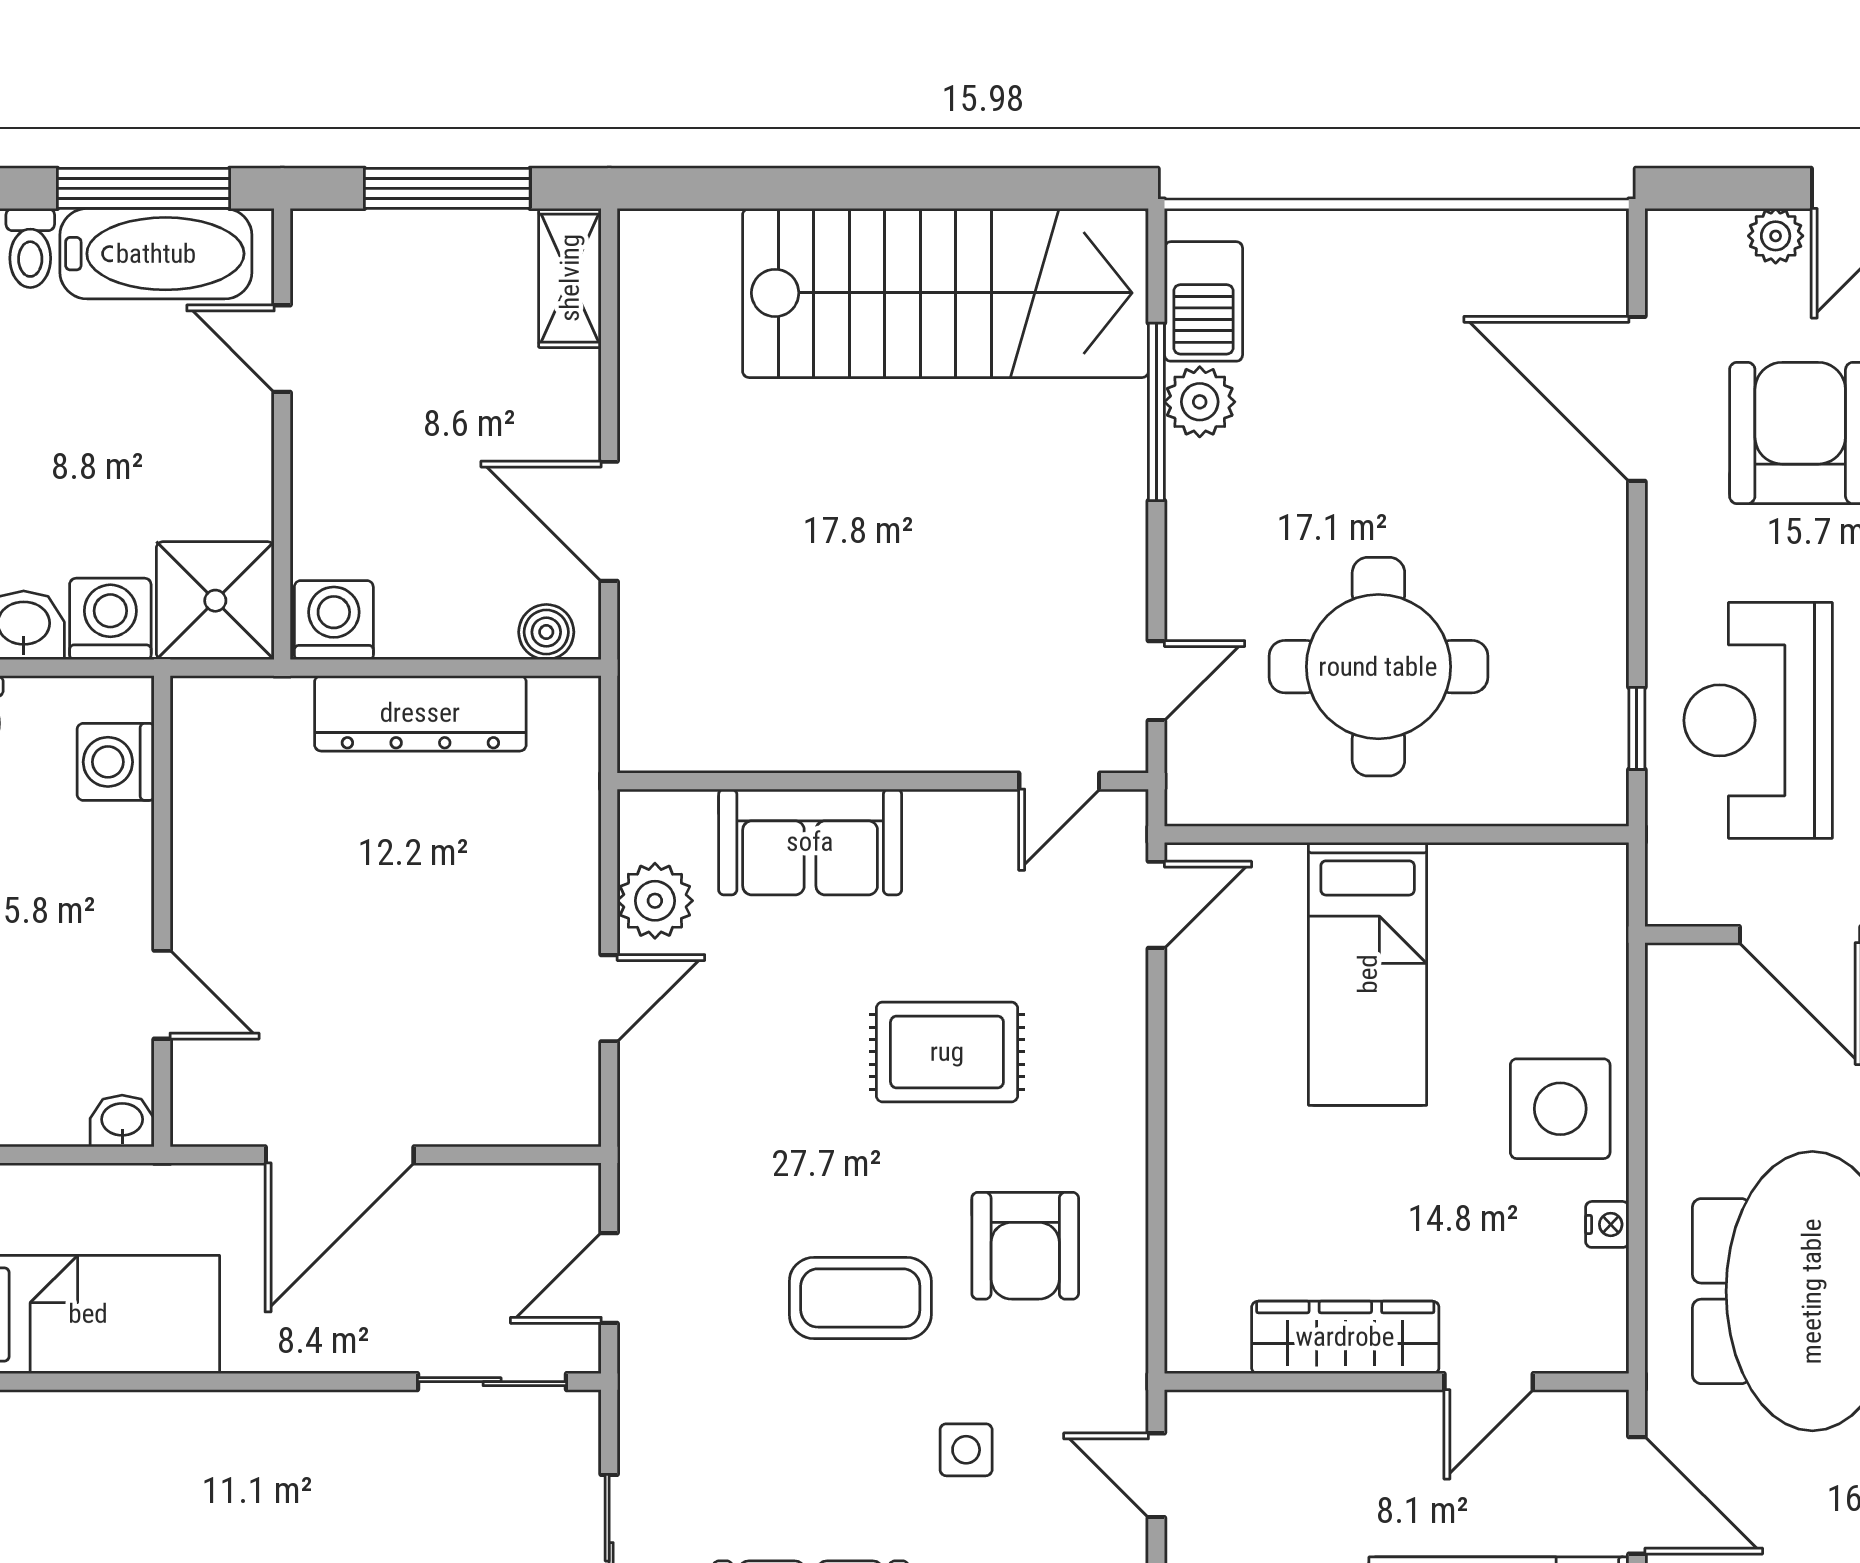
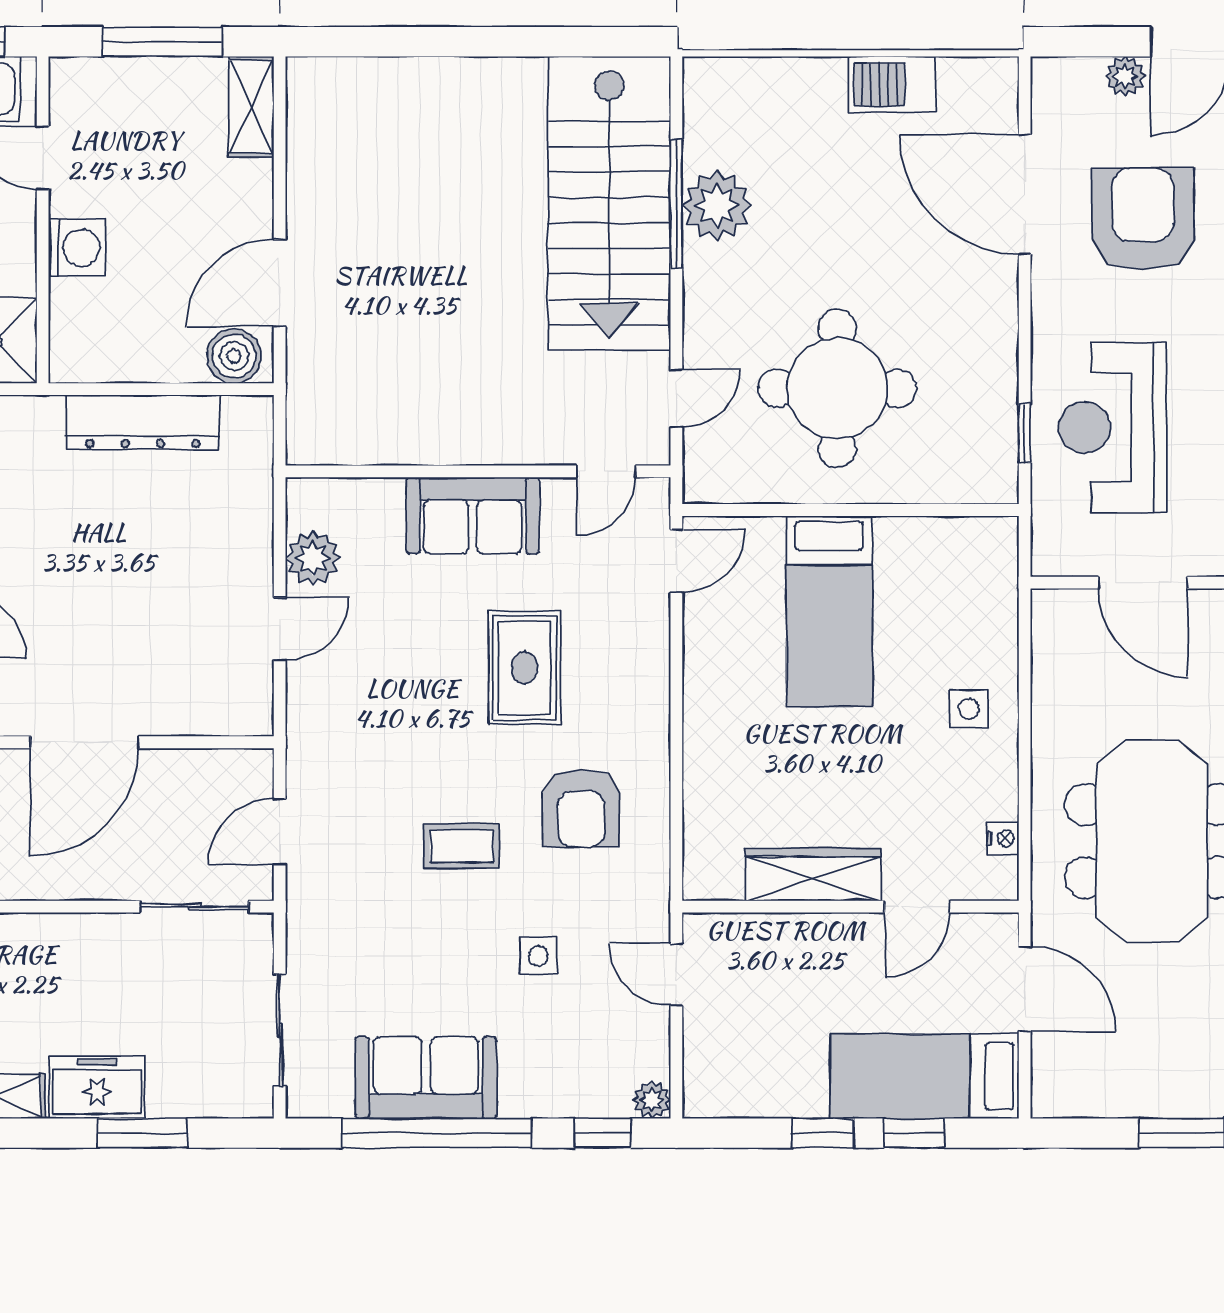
stairs: (946, 293) -> (609, 203), moved, turned 90
barbecue: (1203, 301) -> (892, 85), moved, turned 90
plant: (1200, 402) -> (717, 206), width x1.36, depth x1.36
door: (609, 521) -> (280, 283), hinge flipped
washing machine: (334, 620) -> (77, 248), moved, turned 90
boiler: (546, 632) -> (234, 356), width x1.36, depth x1.36
sofa: (810, 842) -> (473, 515), moved
rug: (947, 1052) -> (524, 668), turned 90
side table: (1560, 1109) -> (969, 709), width x0.54, depth x0.54
nightstand: (1607, 1224) -> (1003, 838), moved
coffee table: (860, 1298) -> (462, 846), width x0.73, depth x0.77

